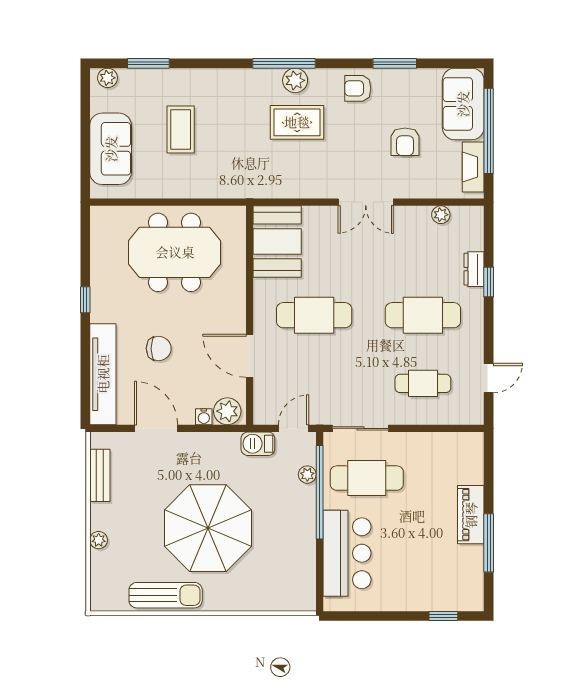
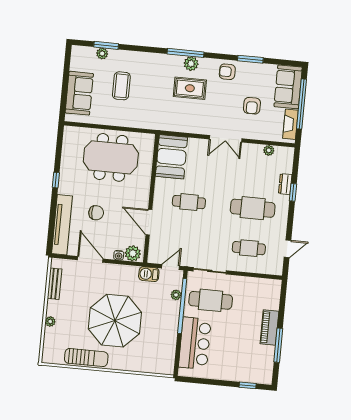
plant: (108, 78) -> (102, 54), moved
cafe table: (314, 315) -> (189, 202), width x0.73, depth x0.74

